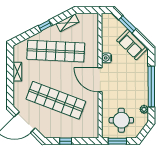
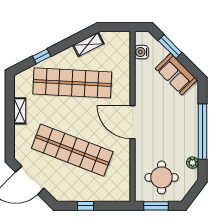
window: (45, 26) -> (42, 56), moved
water cooler: (106, 58) -> (141, 52), moved

